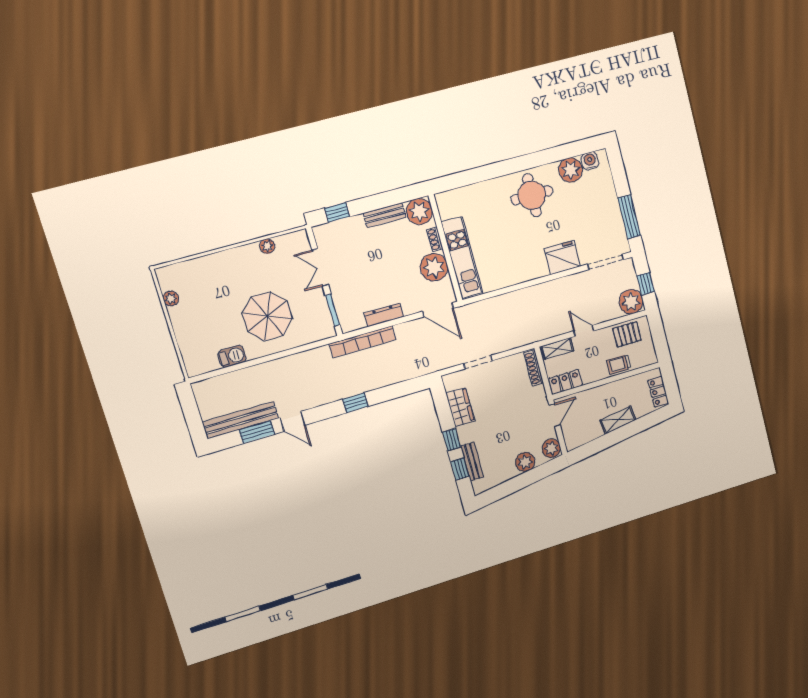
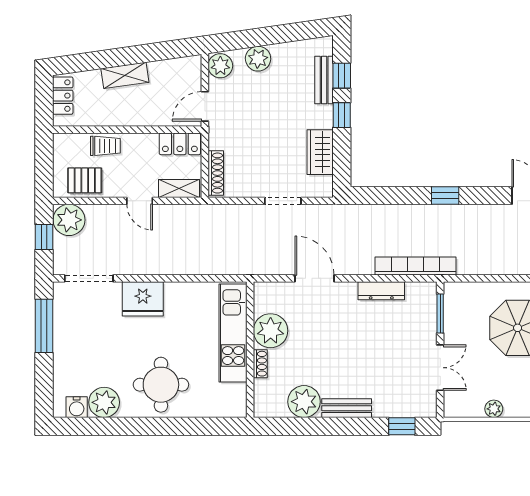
shoe rack: (435, 239) -> (260, 364), moved
wall: (445, 248) -> (250, 350), moved
kitchen unit: (462, 258) -> (233, 333), moved
plant: (434, 267) -> (271, 331), moved

